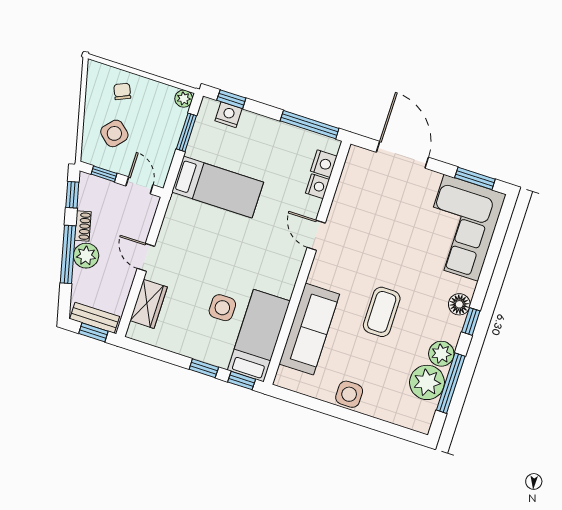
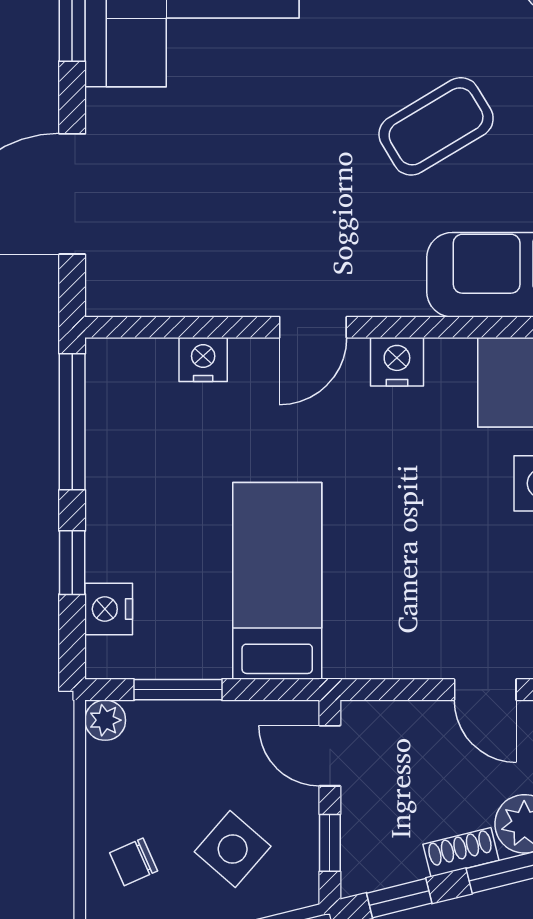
window: (231, 99) -> (72, 563), moved
nightstand: (324, 164) -> (397, 362), moved
door: (139, 185) -> (330, 756), hinge flipped
door: (146, 257) -> (485, 690), hinge flipped
coffee table: (382, 312) -> (436, 126), turned -31

